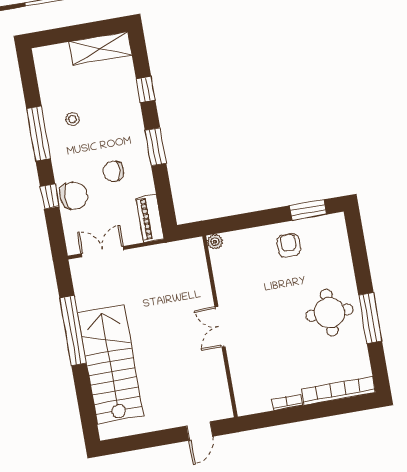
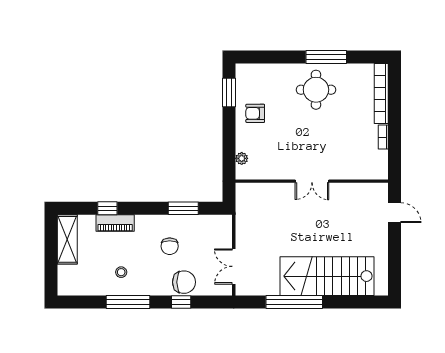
window: (156, 147) -> (183, 208), moved
chair: (74, 196) -> (184, 282), turned 90
piano: (150, 218) -> (115, 223), moved
plant: (215, 242) -> (242, 158), moved

